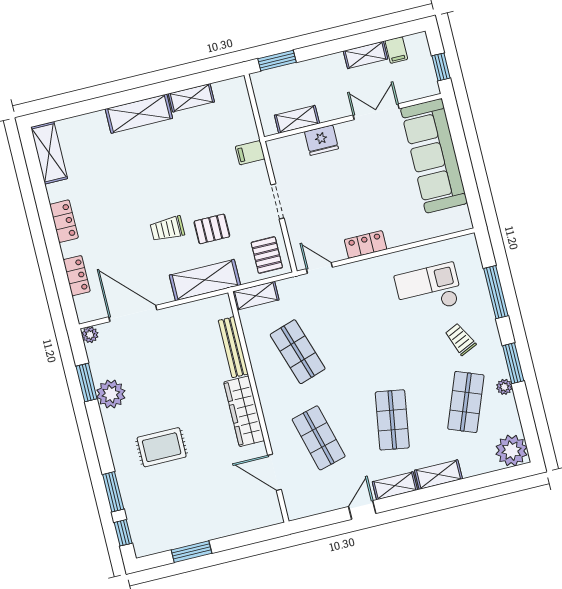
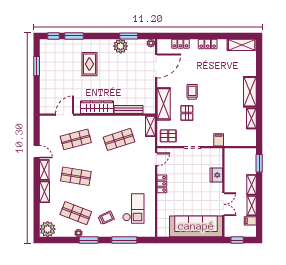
shelving: (297, 119) -> (251, 185), moved

